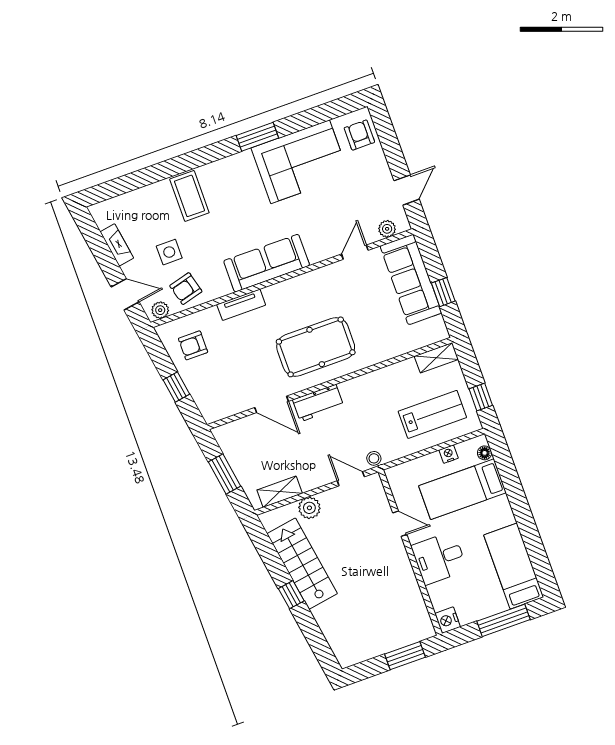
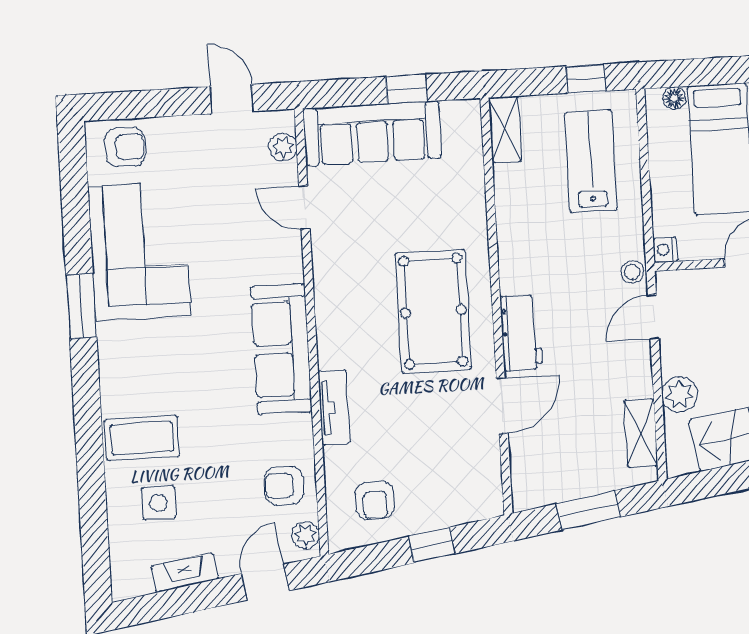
armchair: (359, 135) -> (125, 147), turned 180
side table: (169, 252) -> (158, 503), moved
armchair: (186, 289) -> (284, 486), turned 105
nightstand: (449, 454) -> (665, 250), moved

